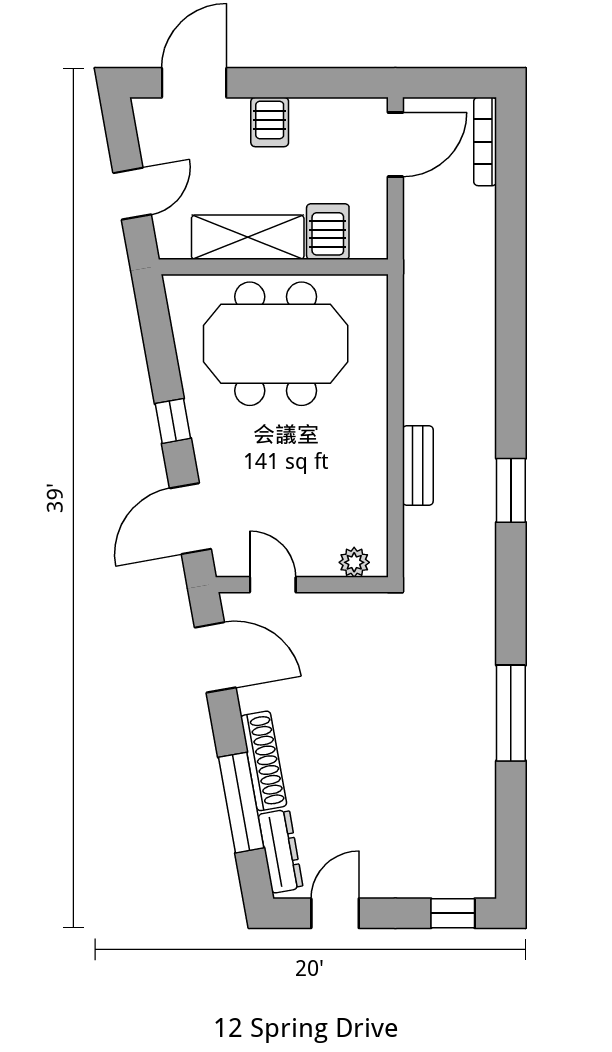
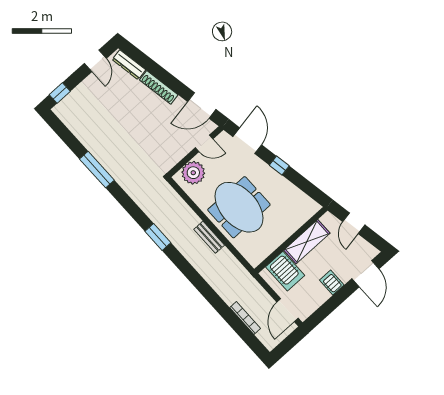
bookcase: (485, 142) -> (245, 318), moved
server rack: (328, 232) -> (285, 271), width x1.36, depth x1.44
meeting table: (276, 344) -> (239, 207), moved, turned 90
bench: (418, 465) -> (209, 237), moved
plant: (354, 562) -> (193, 173), width x1.88, depth x1.88
window: (241, 803) -> (154, 69), removed

